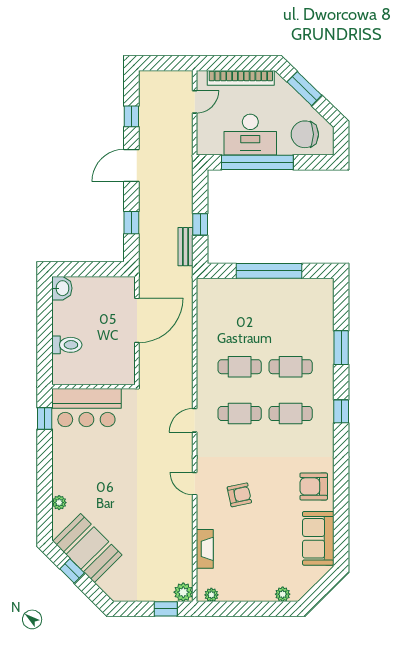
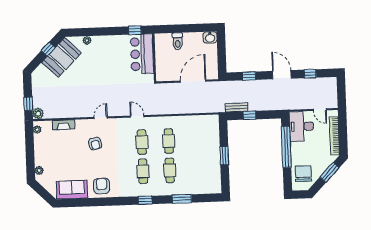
desk: (250, 135) -> (301, 126), moved
window: (269, 271) -> (224, 156), width x0.47
door: (137, 320) -> (193, 81), swing flipped

